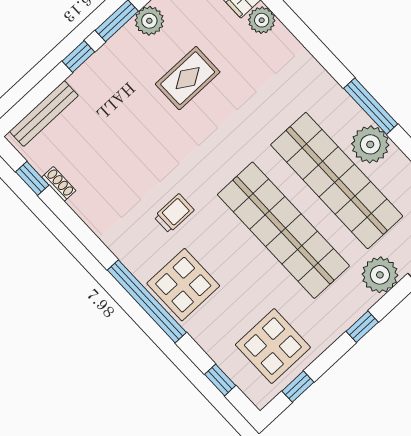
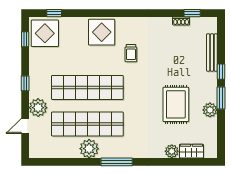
rug: (188, 78) -> (176, 104), width x1.36, depth x1.43
window: (371, 106) -> (117, 162), moved
bench: (44, 114) -> (212, 53), moved
window: (147, 301) -> (108, 13), removed
display table: (273, 346) -> (45, 33), moved

